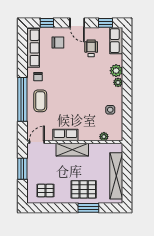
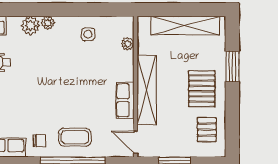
shelving: (72, 150) -> (147, 90), width x1.47
pallet: (84, 189) -> (202, 89), moved

